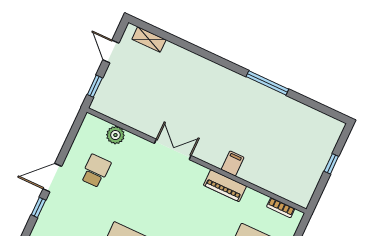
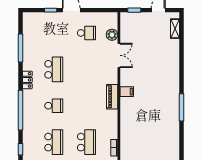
double door: (173, 149) -> (119, 55), moved
filing cabinet: (233, 163) -> (127, 92), moved
piano: (225, 186) -> (112, 97), moved

